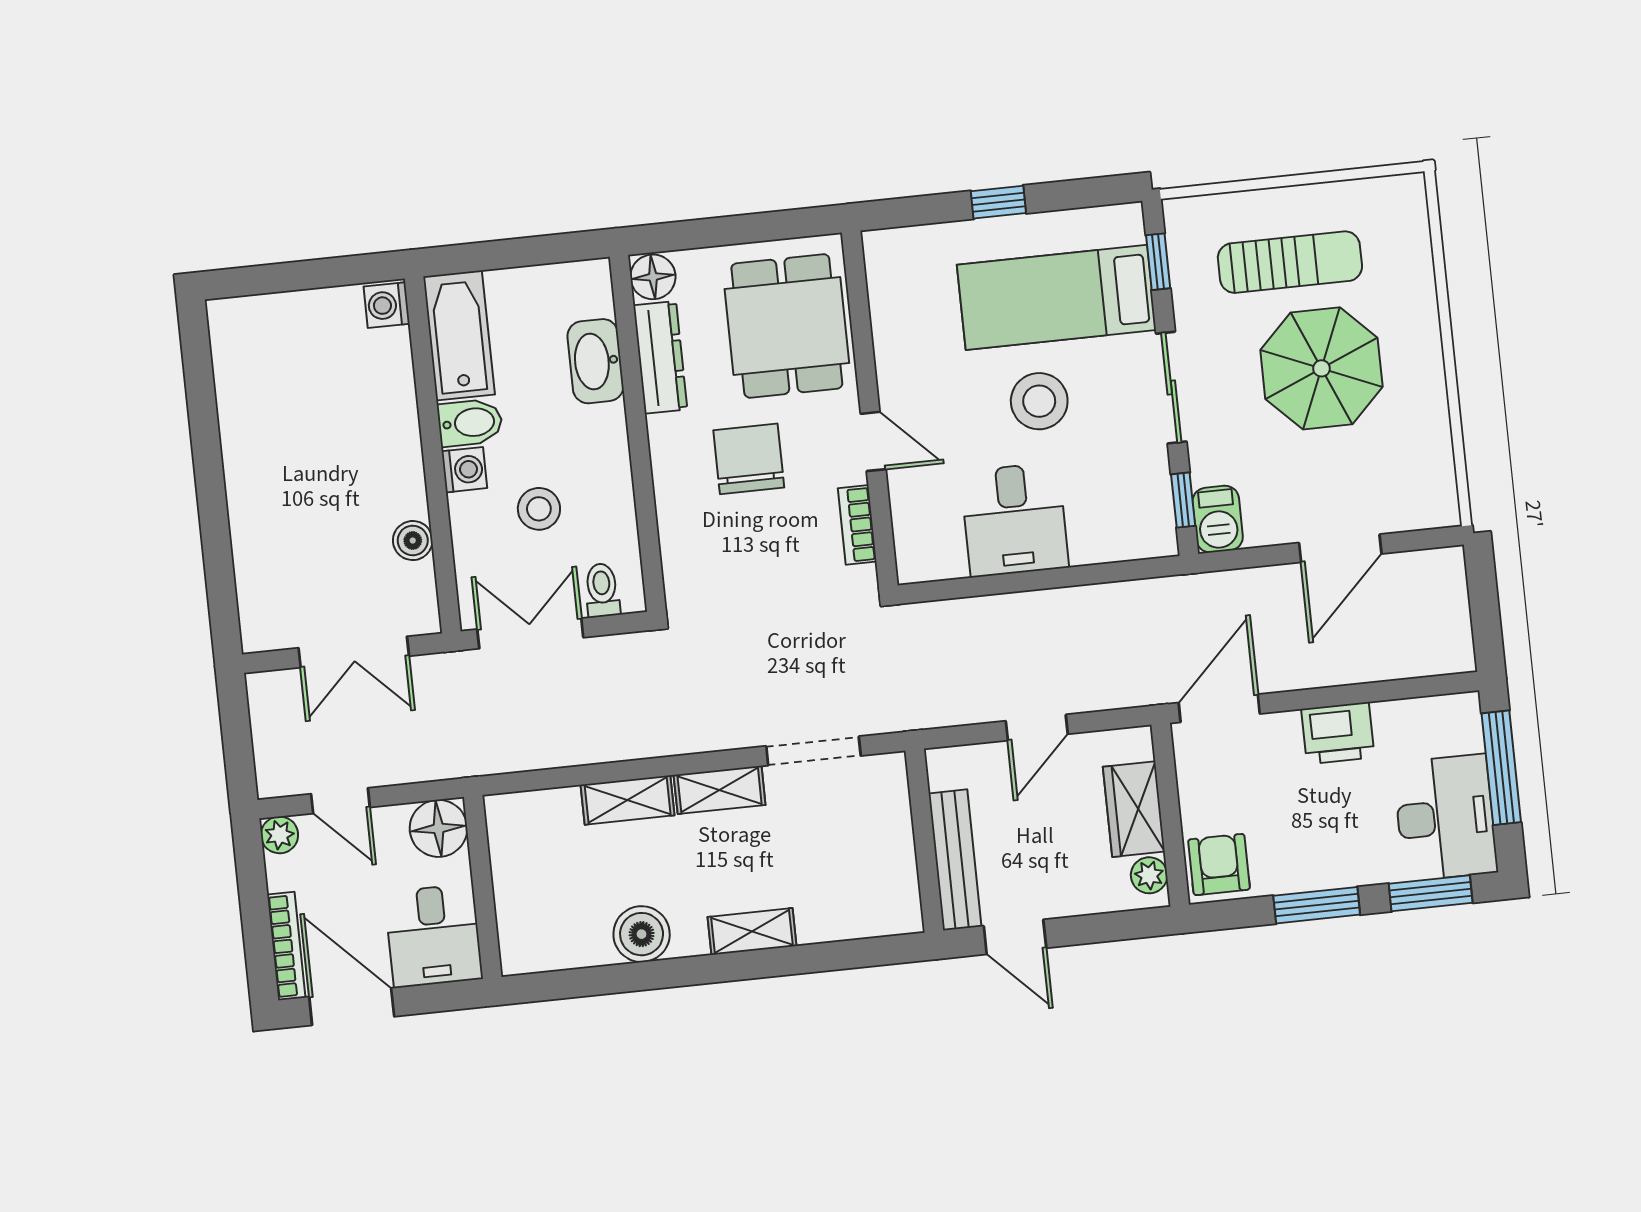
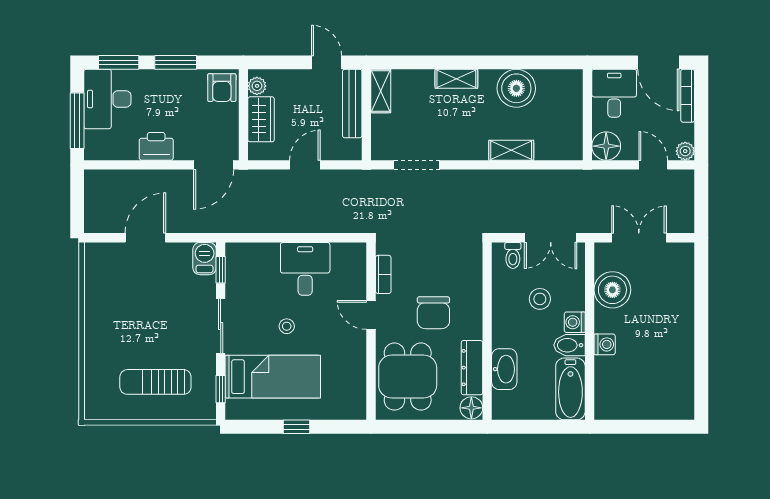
washing machine: (387, 305) -> (605, 344), moved
parasol: (1321, 368) -> (145, 328), removed
stool: (1039, 401) -> (287, 326), width x0.53, depth x0.53
boiler: (413, 541) -> (612, 290), width x1.86, depth x1.86
shelving: (720, 790) -> (381, 91), moved, turned 90
boiler: (642, 934) -> (516, 88), width x1.37, depth x1.37

